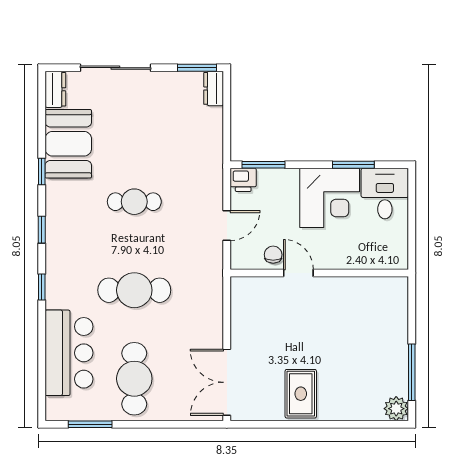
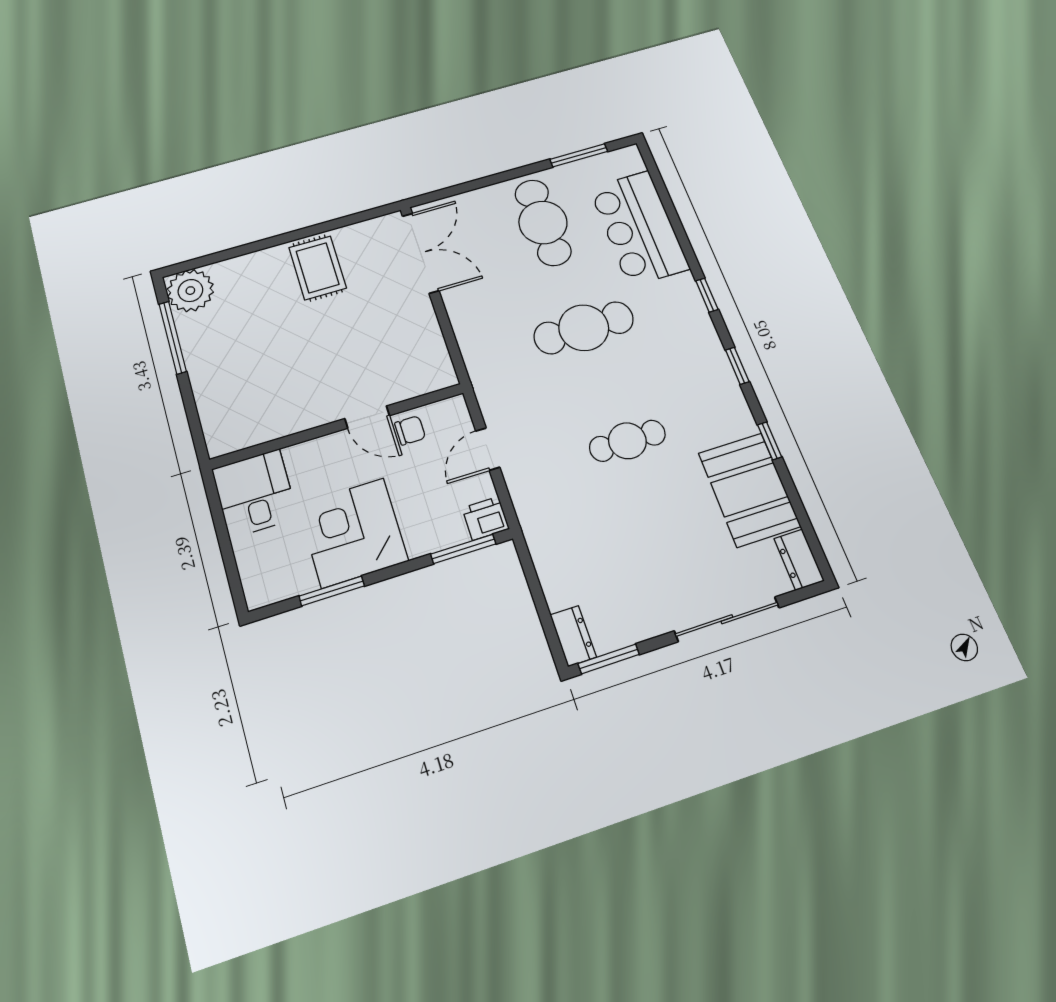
desk: (385, 194) -> (255, 493), moved, turned 180
chair: (273, 255) -> (410, 430), turned -90
plant: (396, 409) -> (190, 291), width x1.36, depth x1.36

